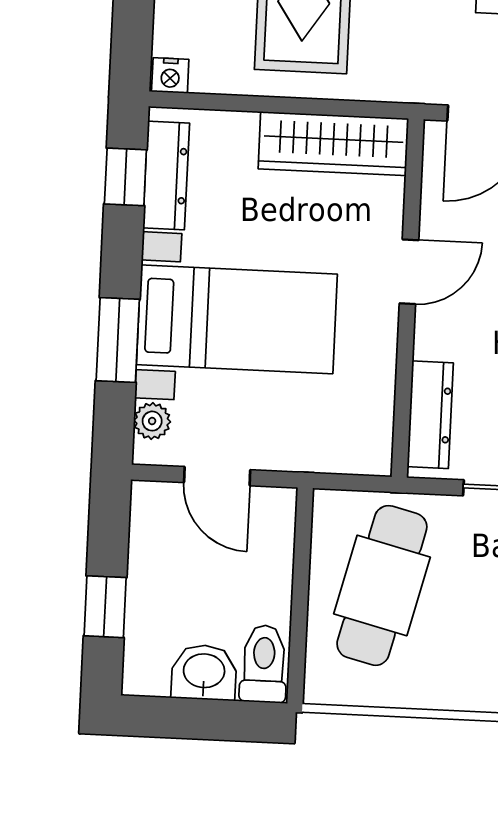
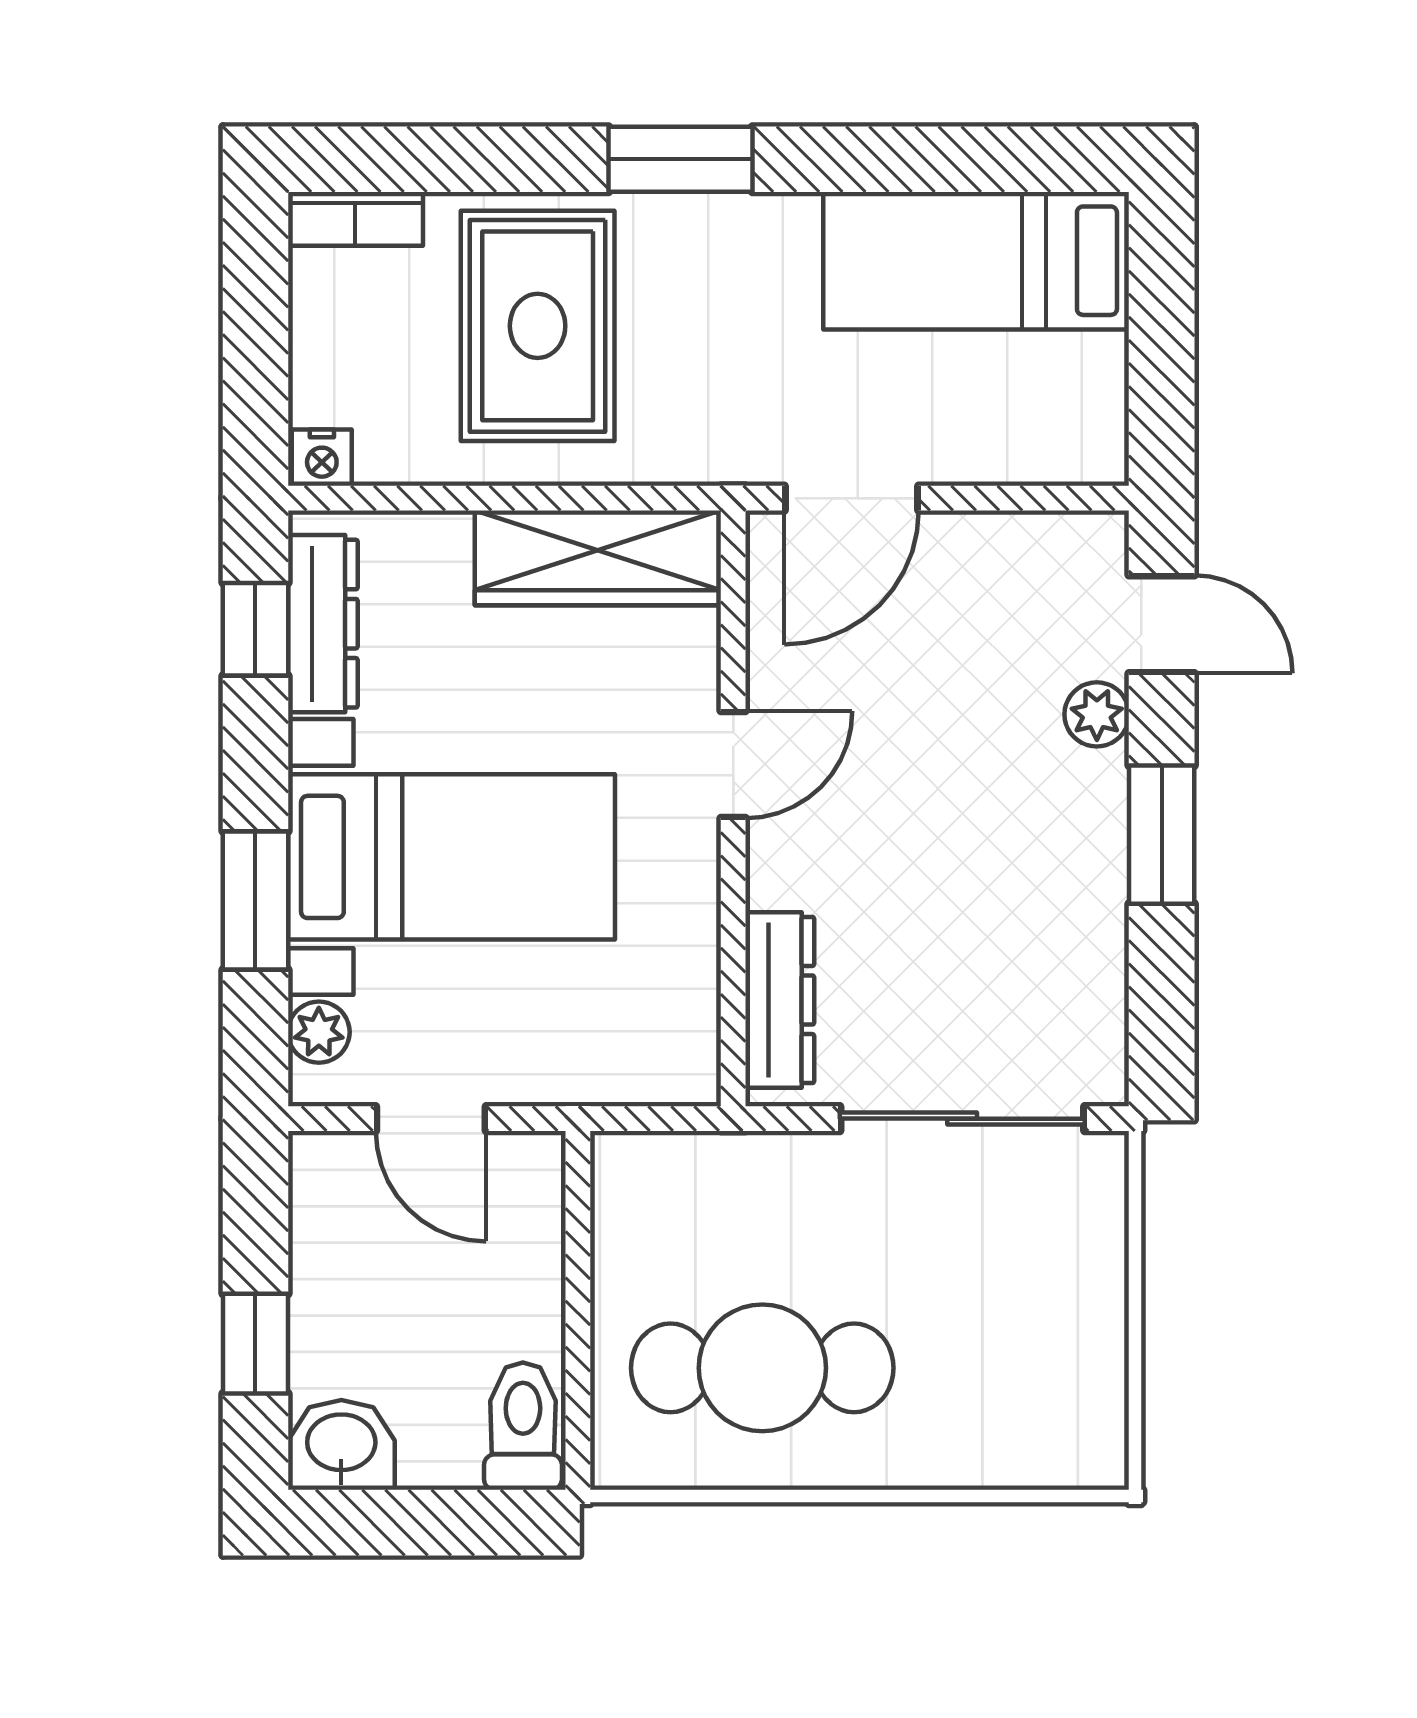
cafe table: (382, 585) -> (762, 1368), moved, turned 76
washbasin: (204, 672) -> (341, 1445), moved

